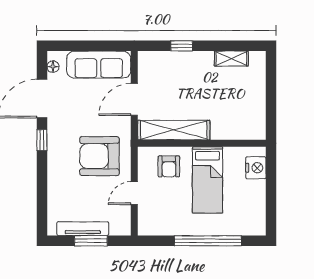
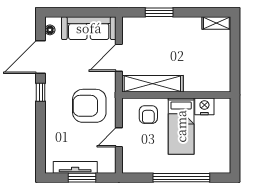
window: (182, 46) -> (159, 12), width x1.50
shelving: (231, 59) -> (216, 23), moved
nightstand: (256, 168) -> (204, 106), moved, turned -90

